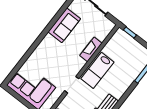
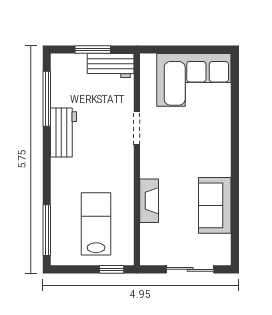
lab bench: (97, 70) -> (96, 224), moved

